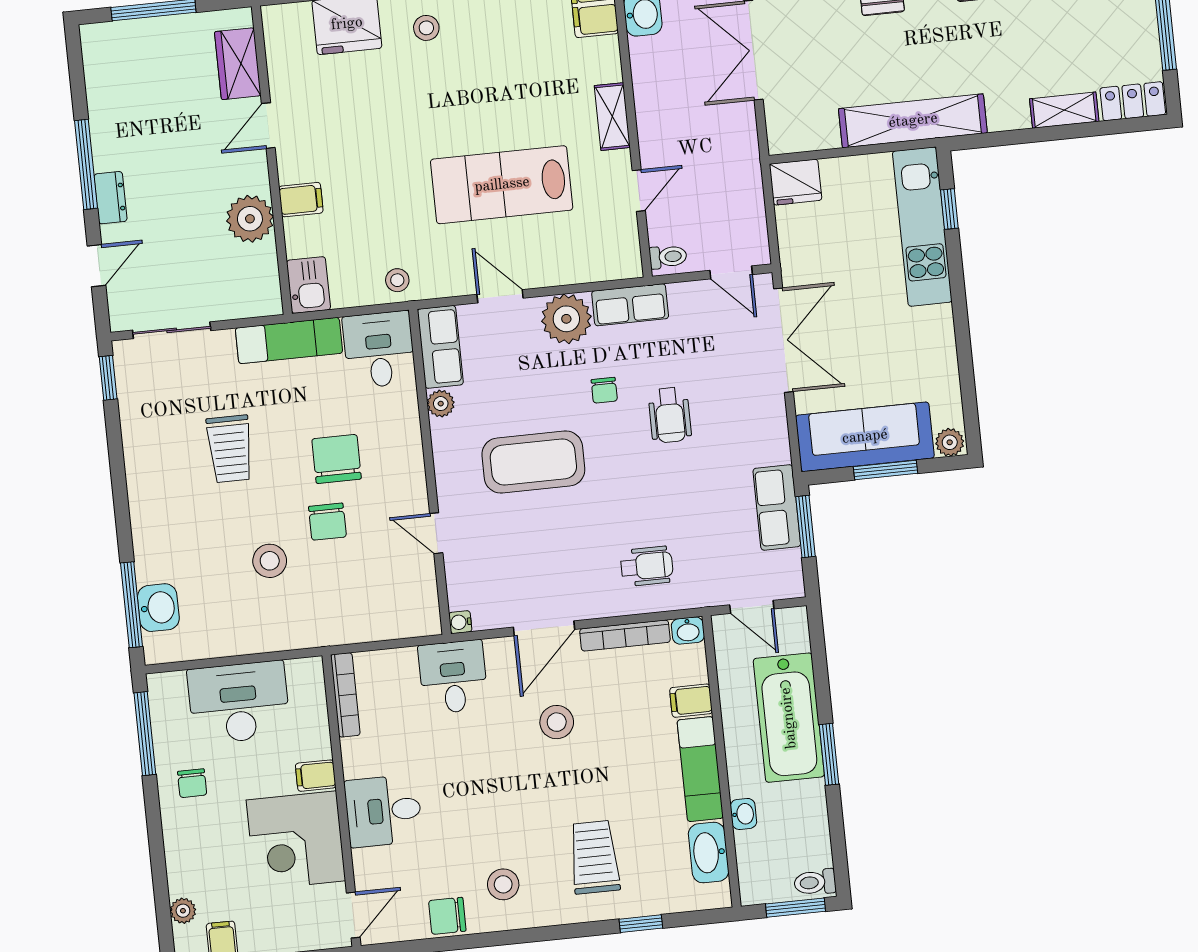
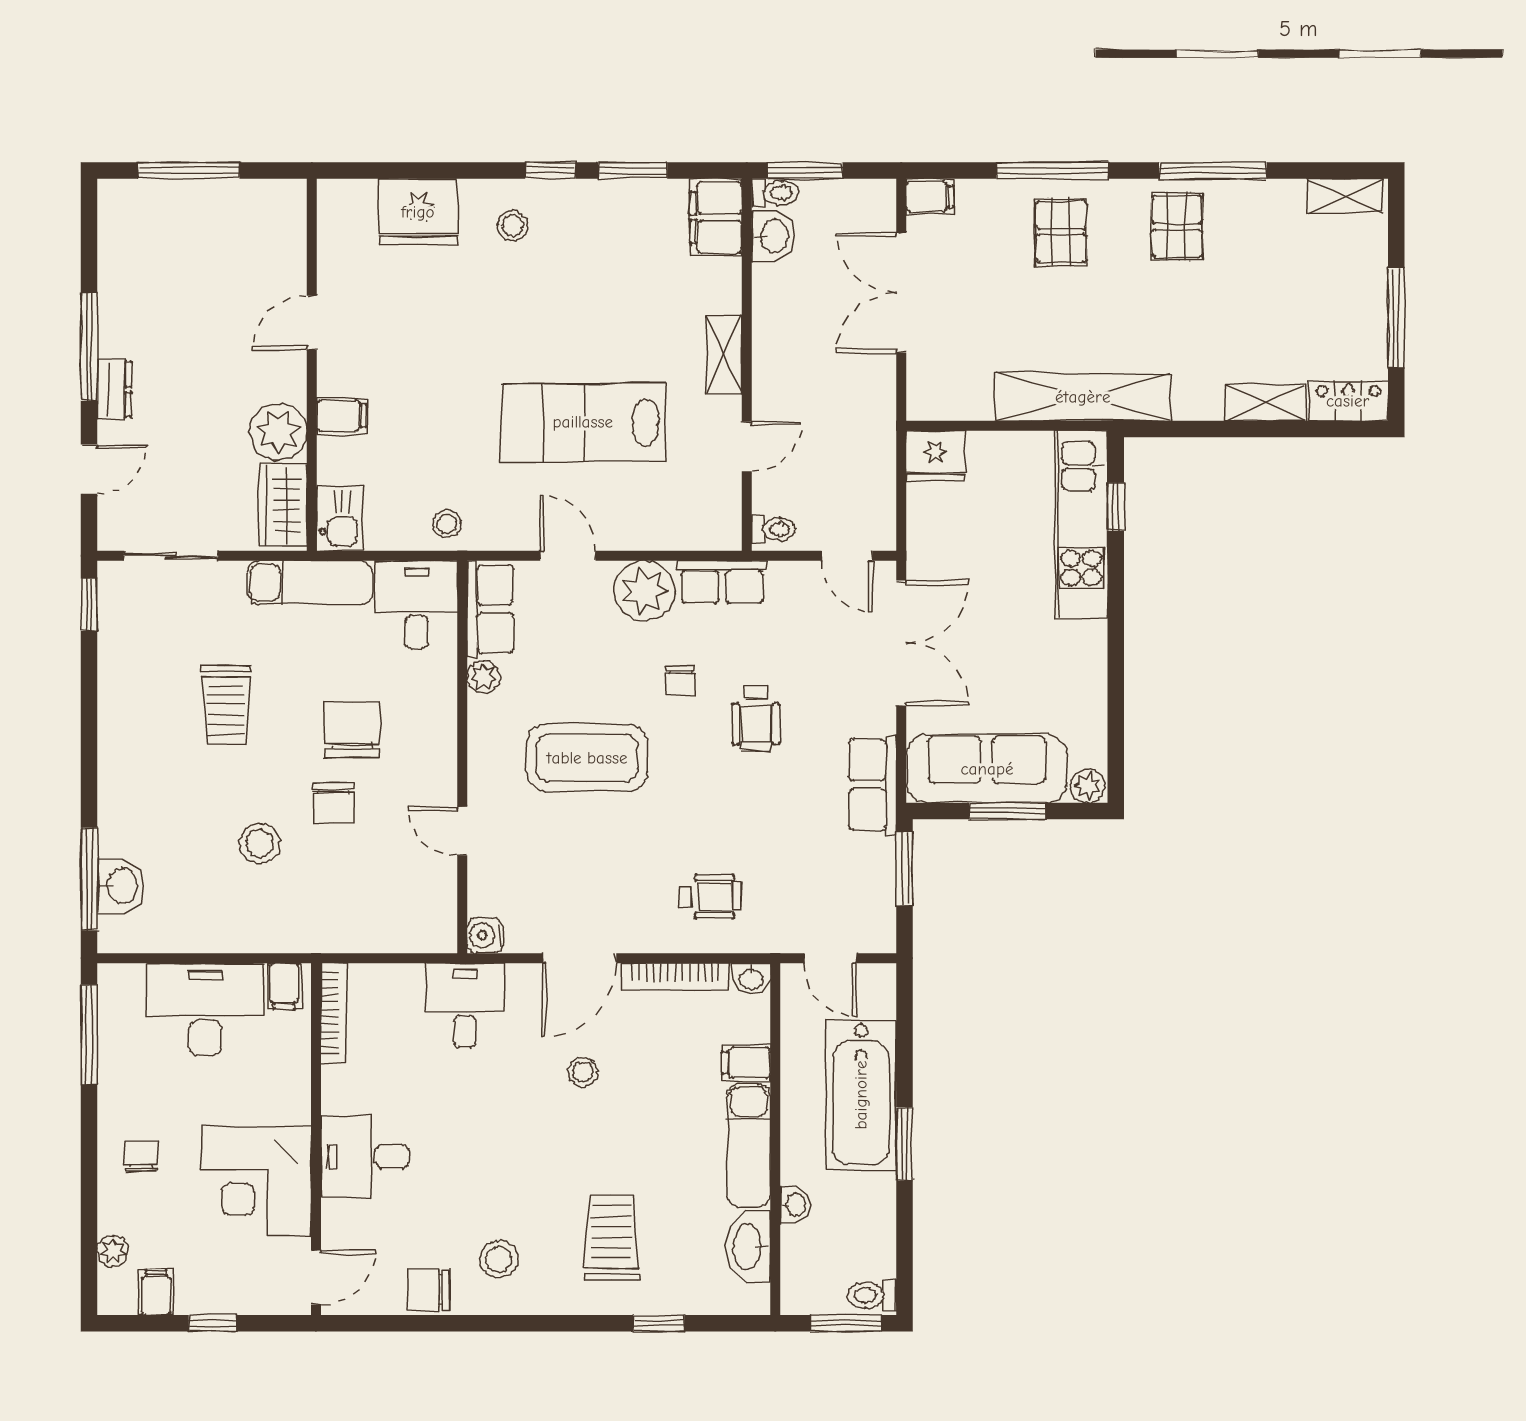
wardrobe: (238, 64) -> (283, 505), moved
row of seats: (777, 507) -> (873, 785), moved
water cooler: (460, 622) -> (485, 935), width x1.38, depth x1.38
stool: (557, 722) -> (583, 1072), width x0.73, depth x0.73
filing cabinet: (316, 776) -> (284, 986), moved, turned -90
chair: (192, 783) -> (141, 1156), moved, turned 180

